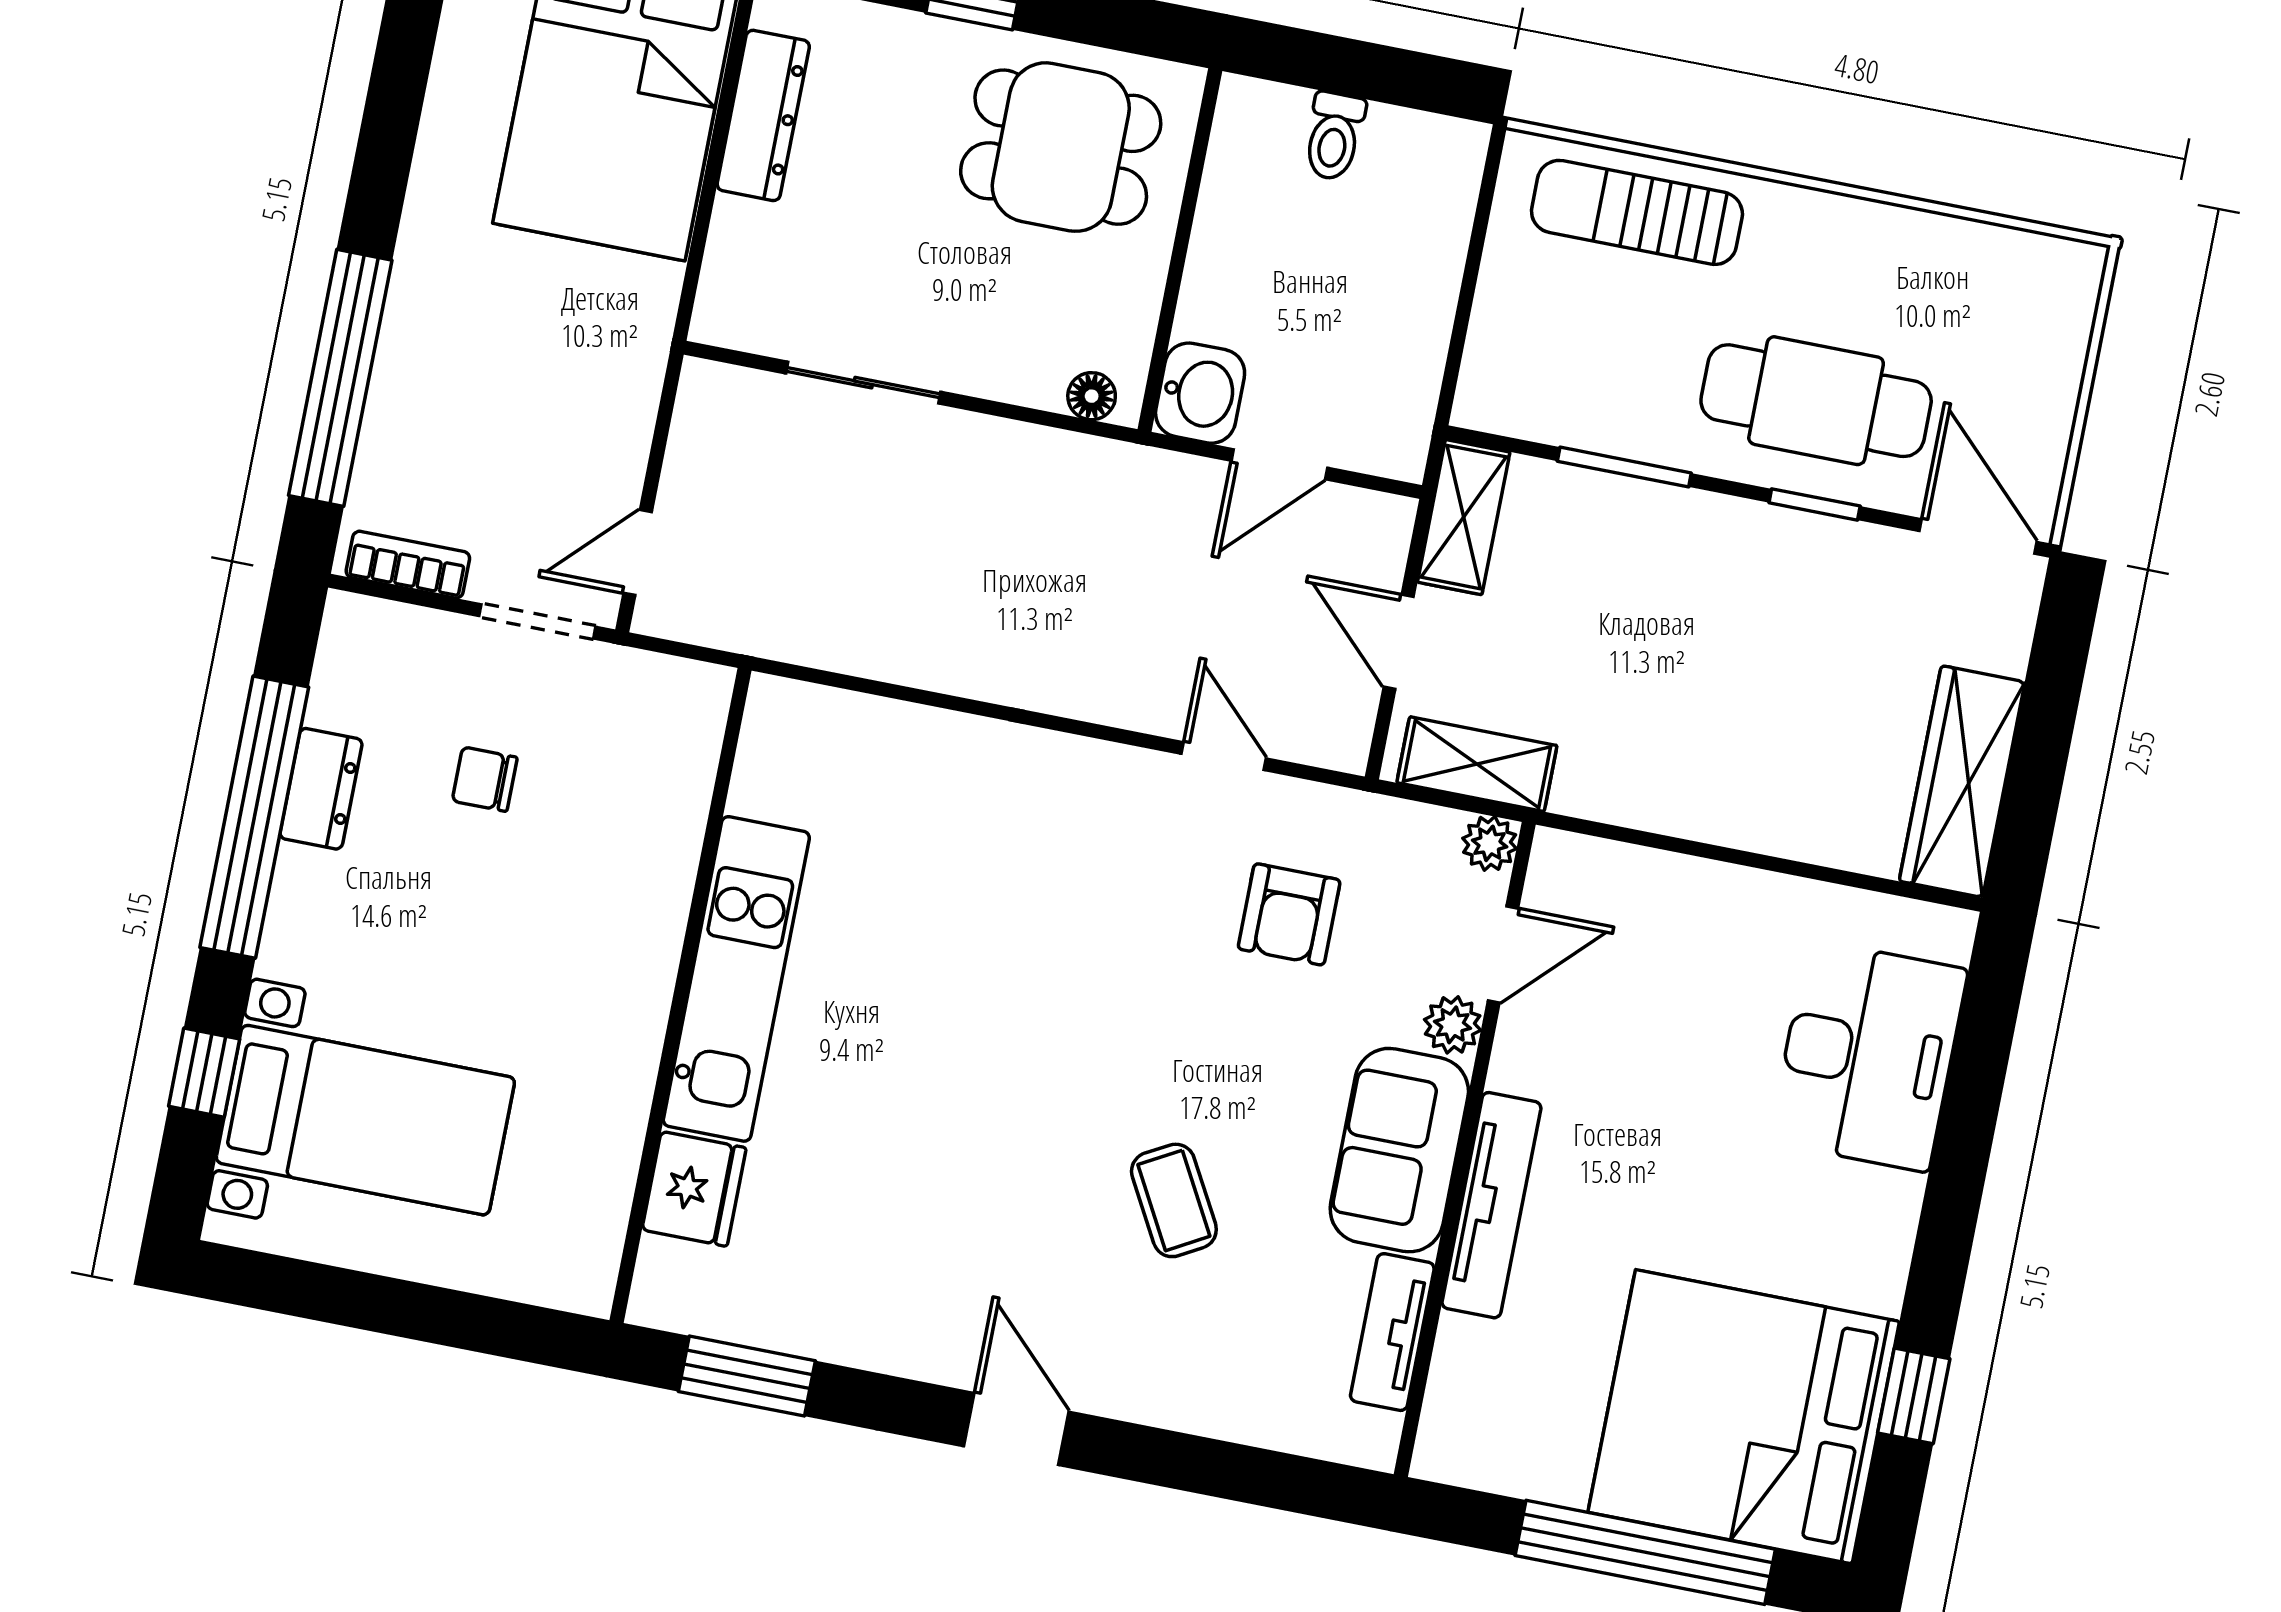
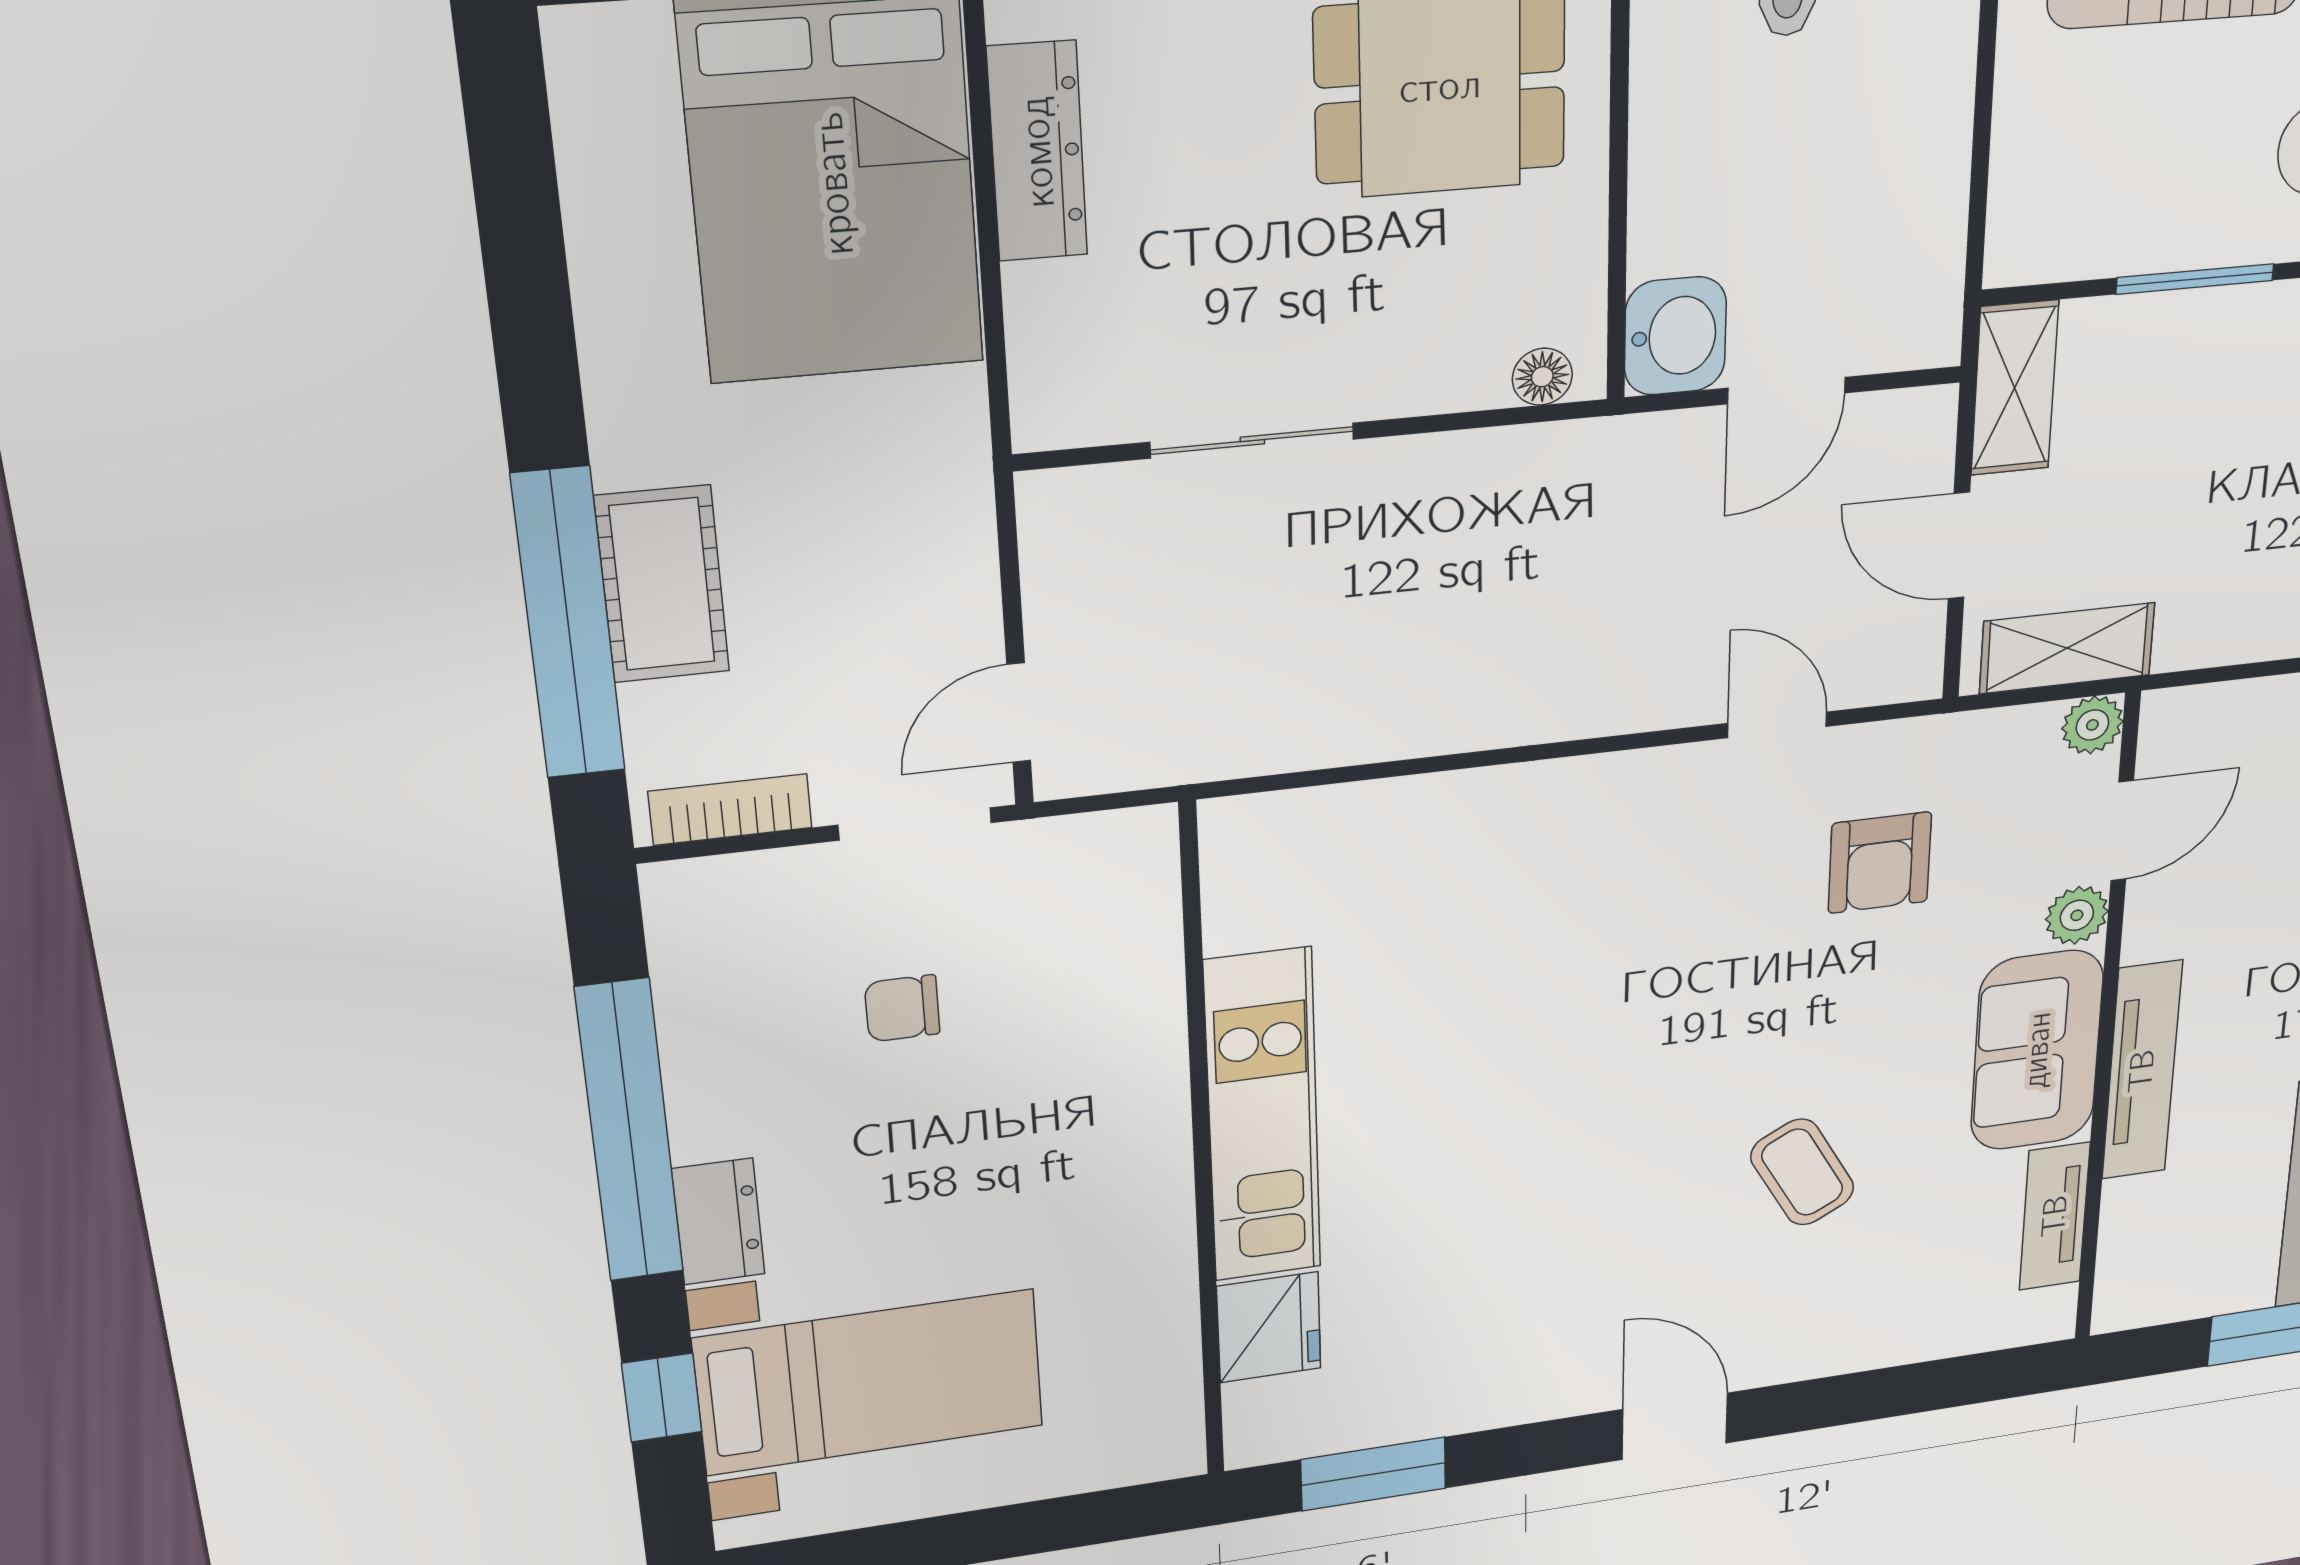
cot: (414, 367) -> (662, 584), added
dresser: (321, 789) -> (718, 1222), moved

